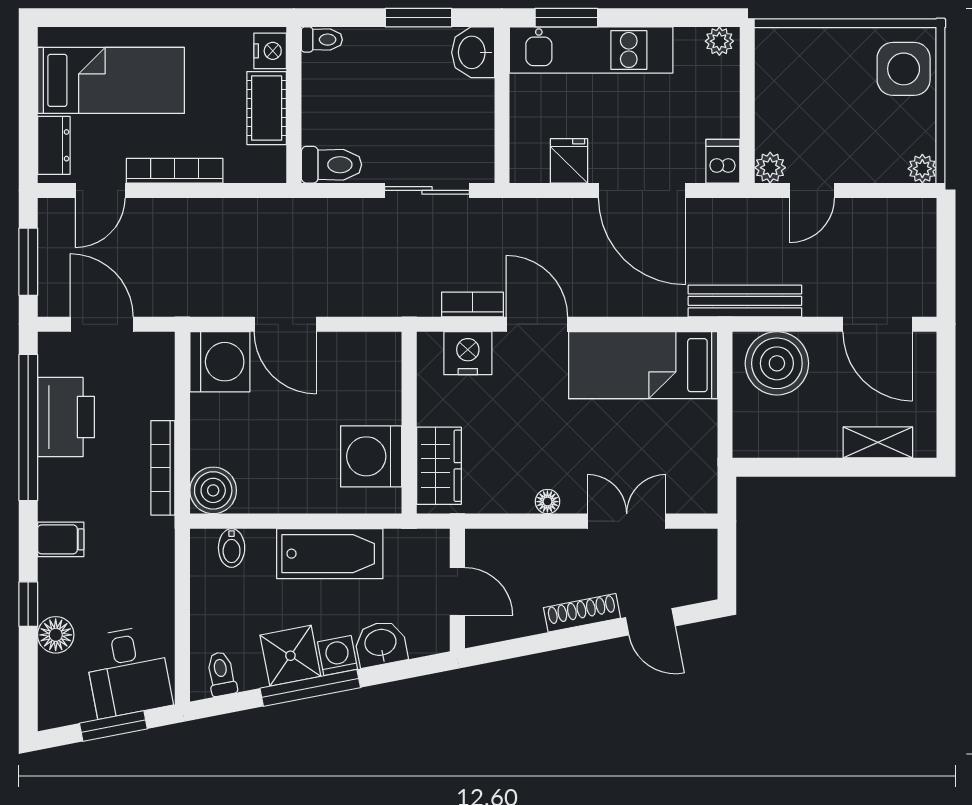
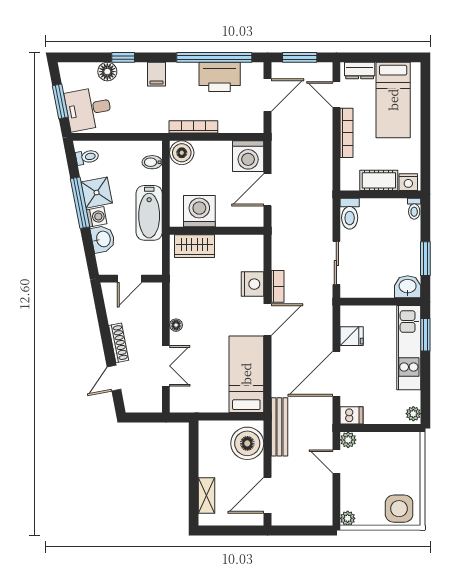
wall: (409, 423) -> (217, 231), moved
washing machine: (371, 456) -> (199, 211), moved
wardrobe: (439, 466) -> (194, 246), moved

